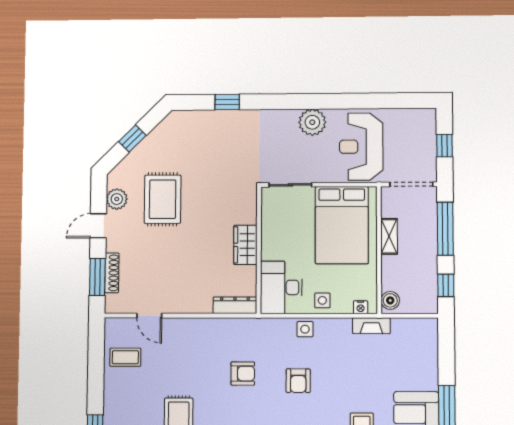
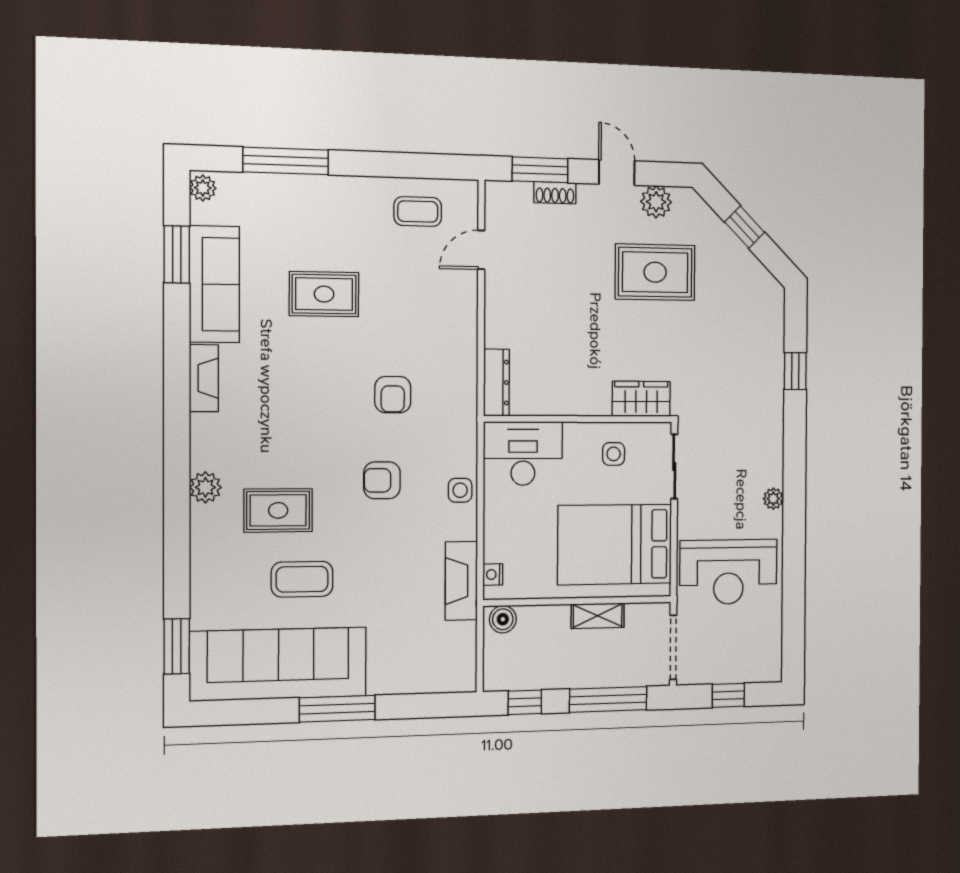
plant: (312, 122) -> (773, 499), width x0.53, depth x0.53
reception desk: (361, 147) -> (728, 572), turned 180
wardrobe: (245, 245) -> (641, 399), moved
shoe rack: (112, 273) -> (555, 193), width x0.70
side table: (322, 300) -> (614, 454), moved
fireplace: (371, 326) -> (461, 581), width x1.37, depth x1.32
coffee table: (125, 357) -> (418, 212), turned 90

